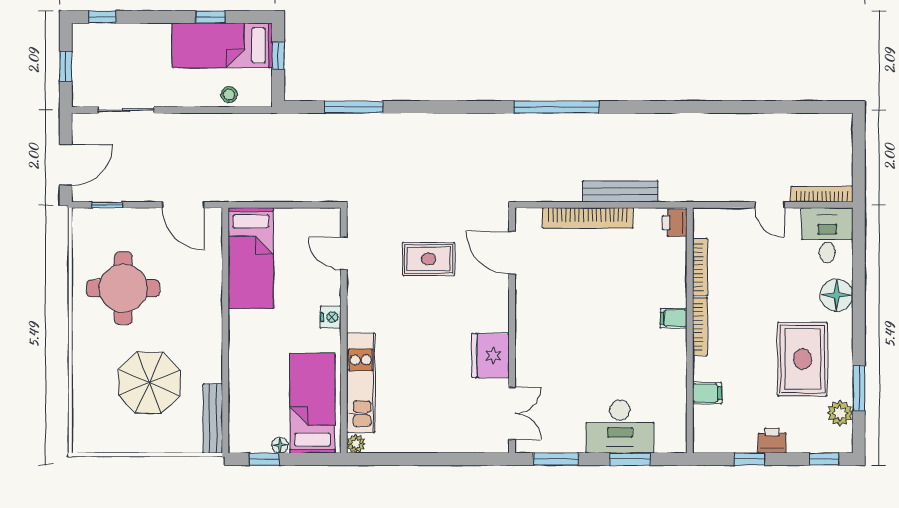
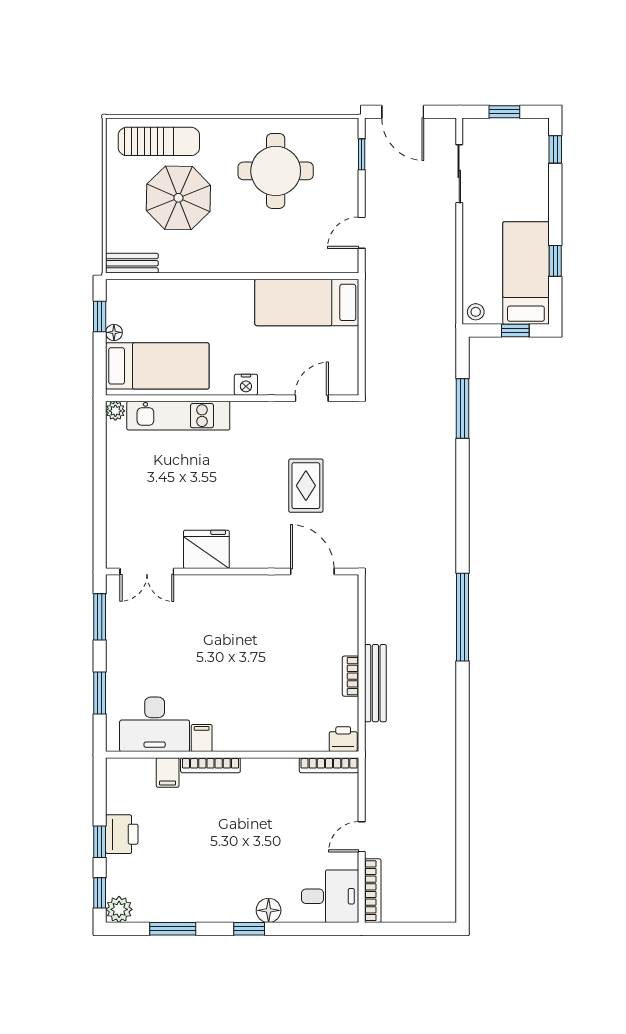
stool: (229, 95) -> (476, 312), moved
door: (183, 205) -> (362, 233), width x0.73
bookcase: (588, 218) -> (351, 676), width x0.43, depth x0.76
door: (512, 253) -> (312, 572), hinge flipped
bookcase: (700, 267) -> (329, 765), moved
floor lamp: (837, 295) -> (269, 910), width x0.73, depth x0.73
window: (859, 314) -> (249, 929), added
filing cabinet: (674, 318) -> (202, 738), moved
bookcase: (700, 327) -> (210, 765), moved
rug: (803, 359) -> (203, 871), removed
sun lounger: (94, 402) -> (159, 141), added
plant: (840, 413) -> (119, 909), moved
bench: (213, 419) -> (132, 263), width x0.73
desk: (620, 427) -> (155, 724), moved, turned -90
printer: (772, 441) -> (122, 834), width x1.36, depth x1.24
window: (749, 459) -> (100, 842), moved

